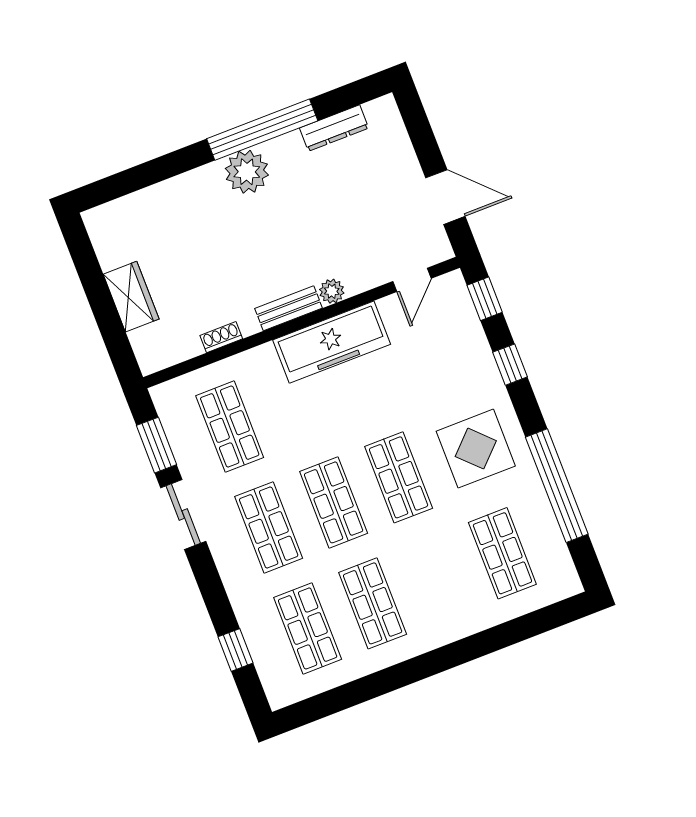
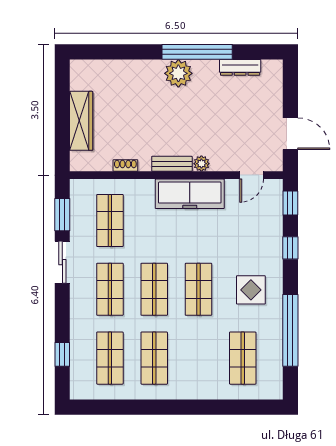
wardrobe: (131, 297) -> (81, 121), width x1.50
display table: (476, 449) -> (251, 290), width x0.73, depth x0.73

